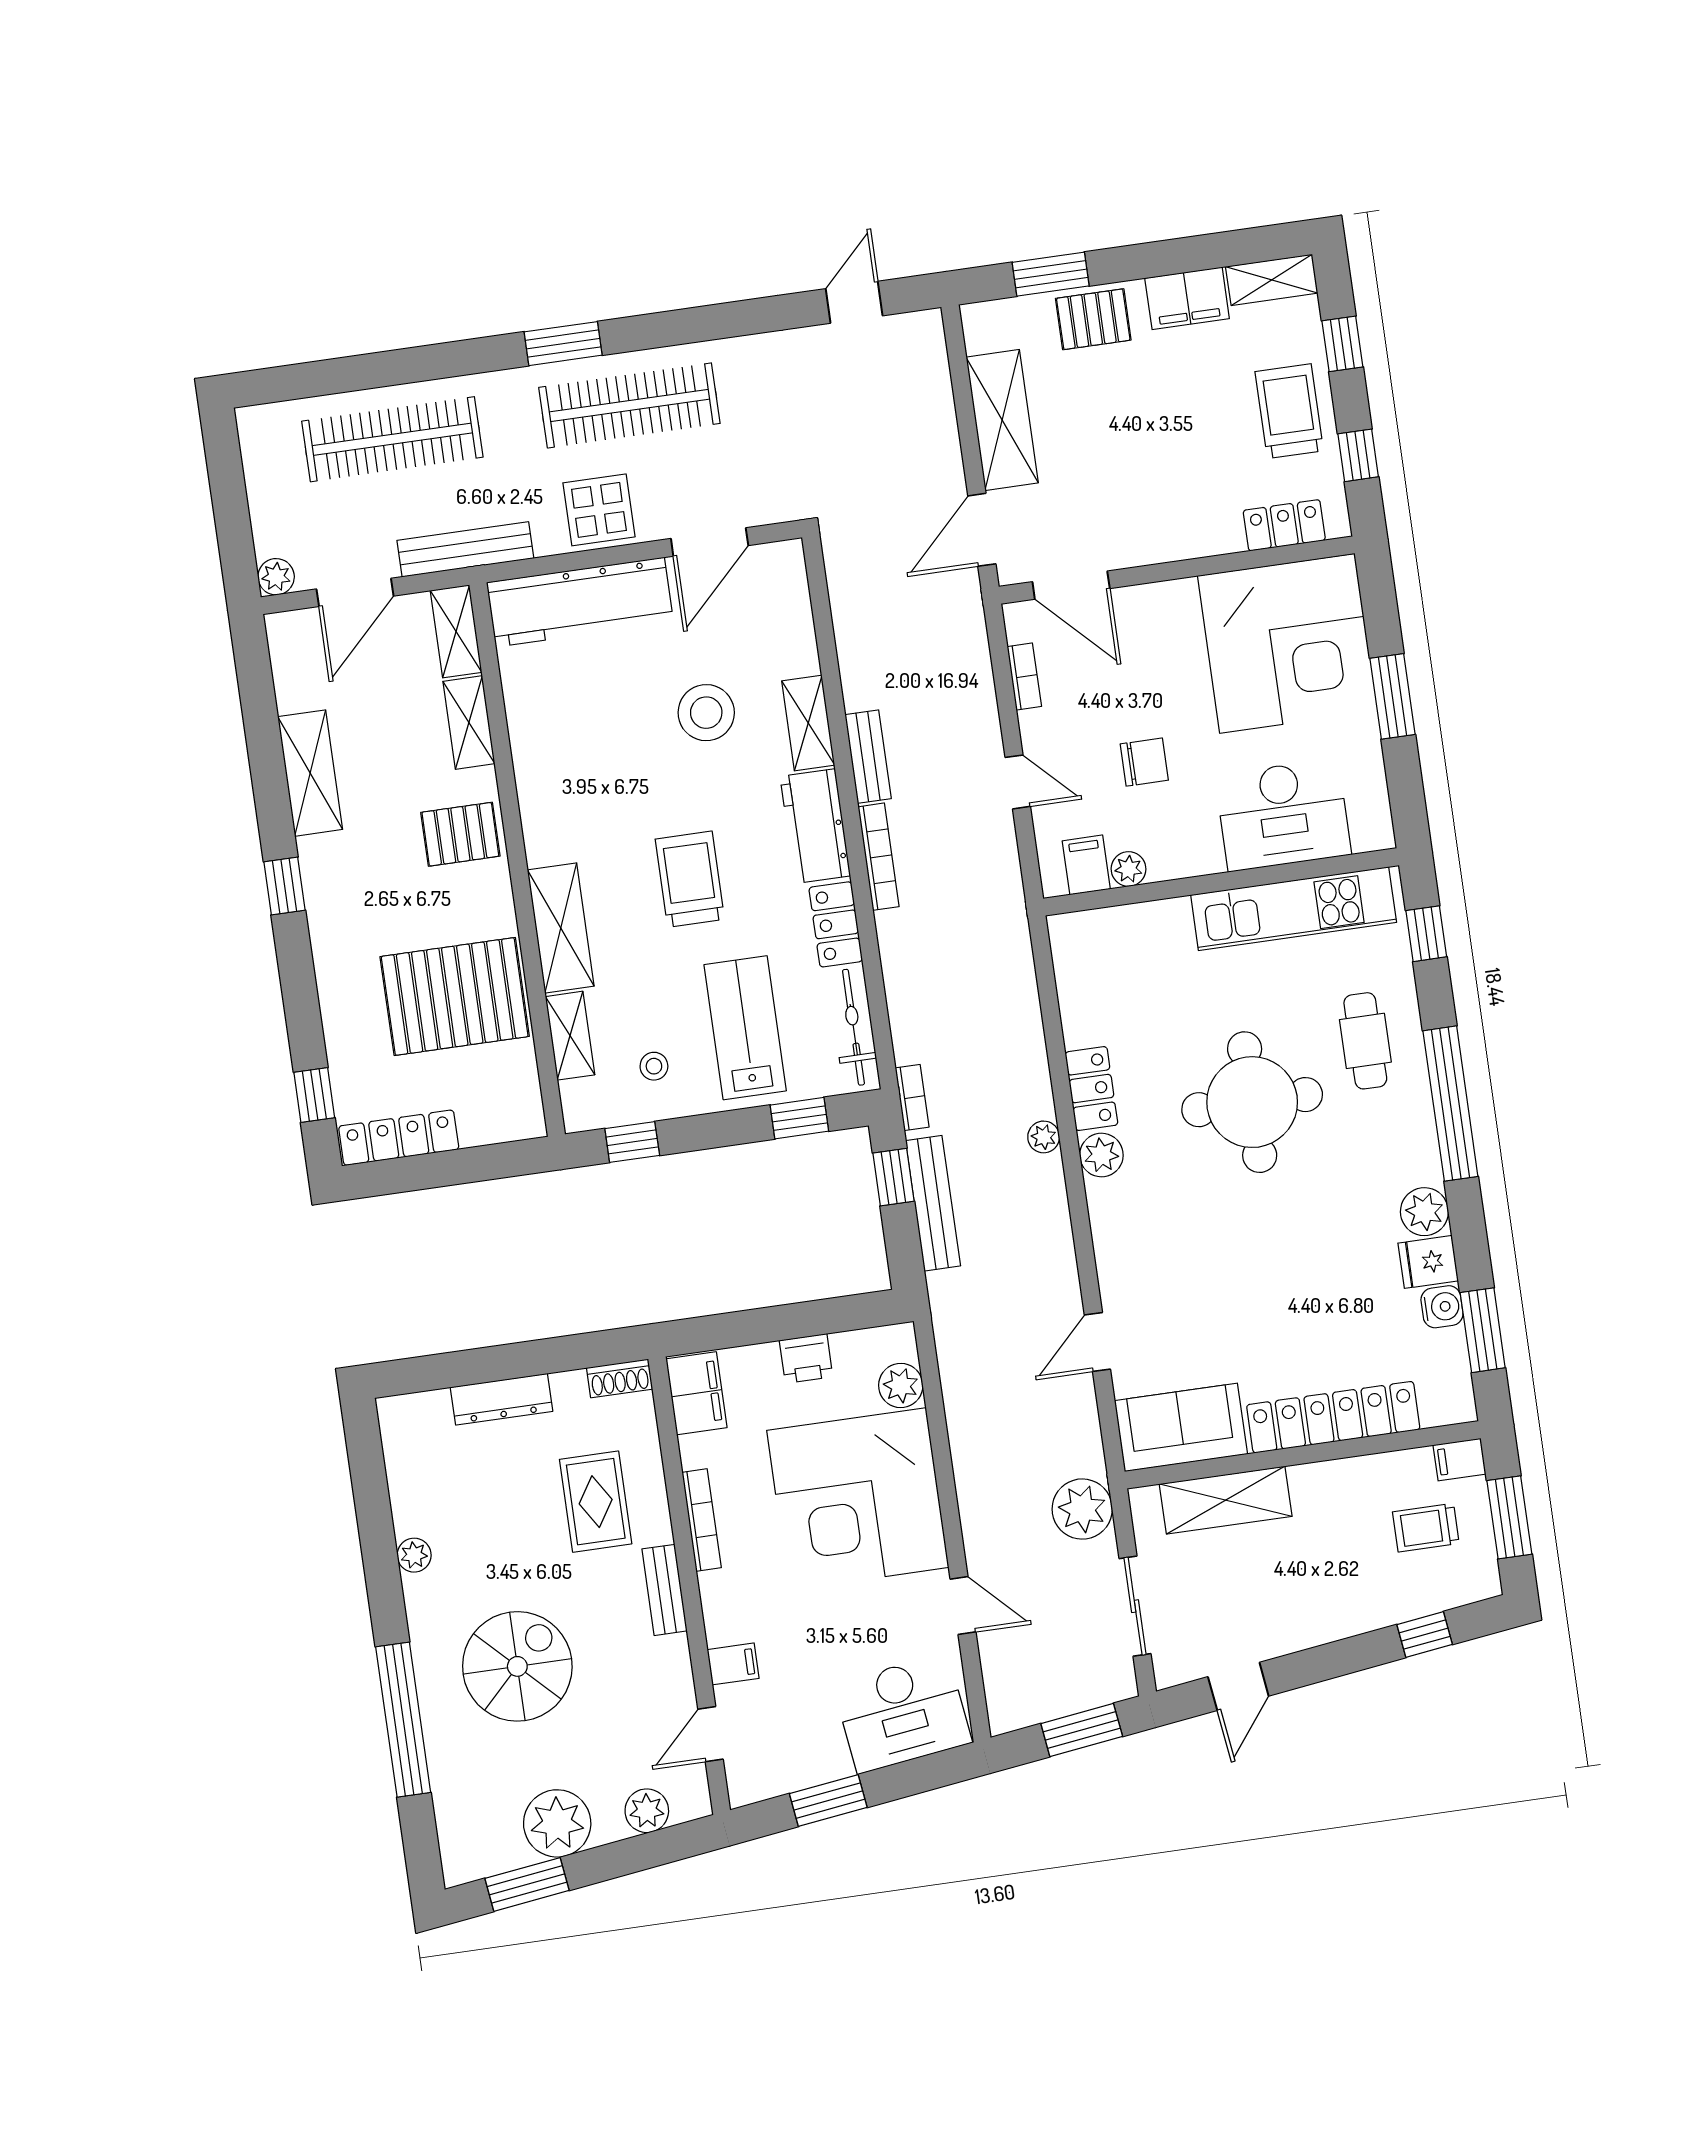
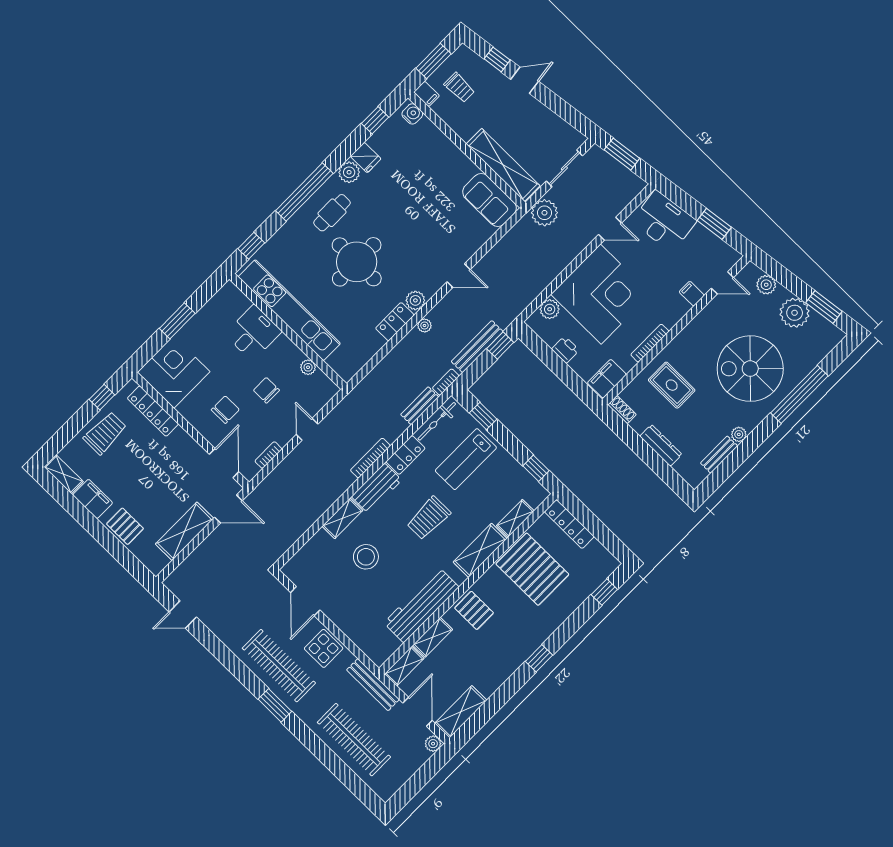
window: (1051, 274) -> (121, 553), removed
window: (1342, 344) -> (67, 432), removed
trolley: (1289, 411) -> (105, 433), turned 180
locker: (1284, 525) -> (153, 411), width x1.53
door: (710, 542) -> (305, 601), swing flipped
door: (355, 592) -> (418, 712), hinge flipped
workbench: (580, 602) -> (421, 605), moved, turned -90
corner desk: (1287, 643) -> (174, 372), width x0.74, depth x0.74
chair: (1166, 661) -> (225, 410), added
bench: (868, 757) -> (420, 406), moved
shelving: (310, 773) -> (461, 712), moved
desk: (1283, 815) -> (253, 333), width x0.73
filing cabinet: (1086, 865) -> (318, 383), removed
kitchen unit: (1294, 909) -> (289, 310), width x1.36
cafe table: (1365, 1041) -> (332, 213), moved
stool: (654, 1066) -> (504, 481), removed
locker: (399, 1138) -> (569, 524), moved
window: (893, 1177) -> (500, 346), moved
water cooler: (1442, 1307) -> (412, 114), moved, turned 90
window: (1483, 1330) -> (375, 120), width x0.67
door: (1097, 1342) -> (459, 276), moved
locker: (1333, 1417) -> (445, 149), removed
shelving: (1226, 1500) -> (503, 165), width x1.47
rug: (596, 1502) -> (672, 385), turned 90
bench: (664, 1590) -> (719, 455), moved
door: (963, 1605) -> (610, 229), swing flipped
spiral stairs: (517, 1666) -> (750, 369), width x1.37, depth x1.37
door: (1238, 1686) -> (525, 80), moved

